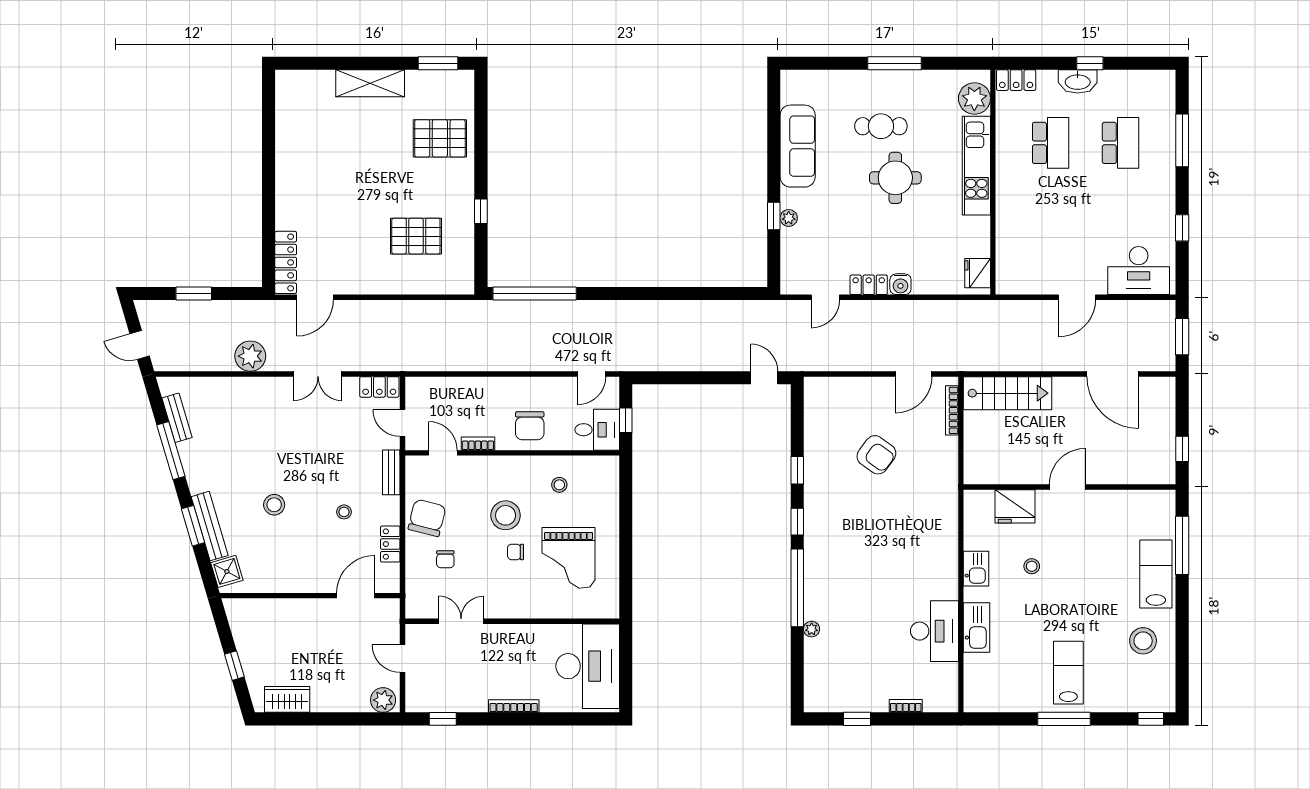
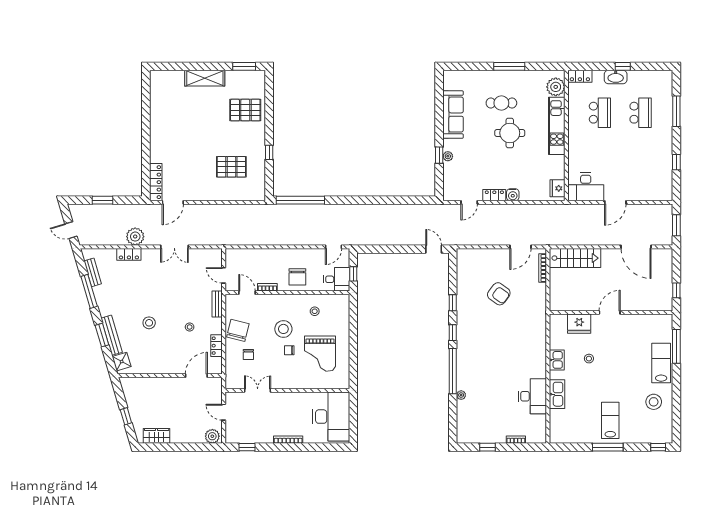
desk: (1139, 271) -> (586, 187), moved
locker: (379, 387) -> (129, 254), moved

